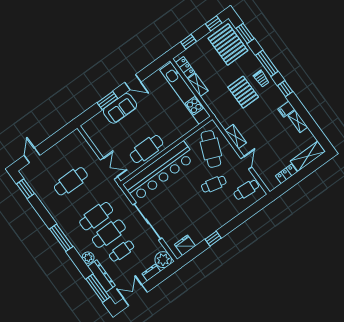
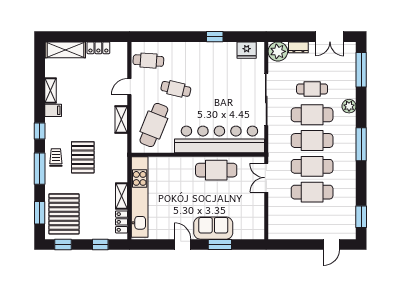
cafe table: (83, 199) -> (312, 166), added
dresser: (101, 276) -> (349, 79), removed

